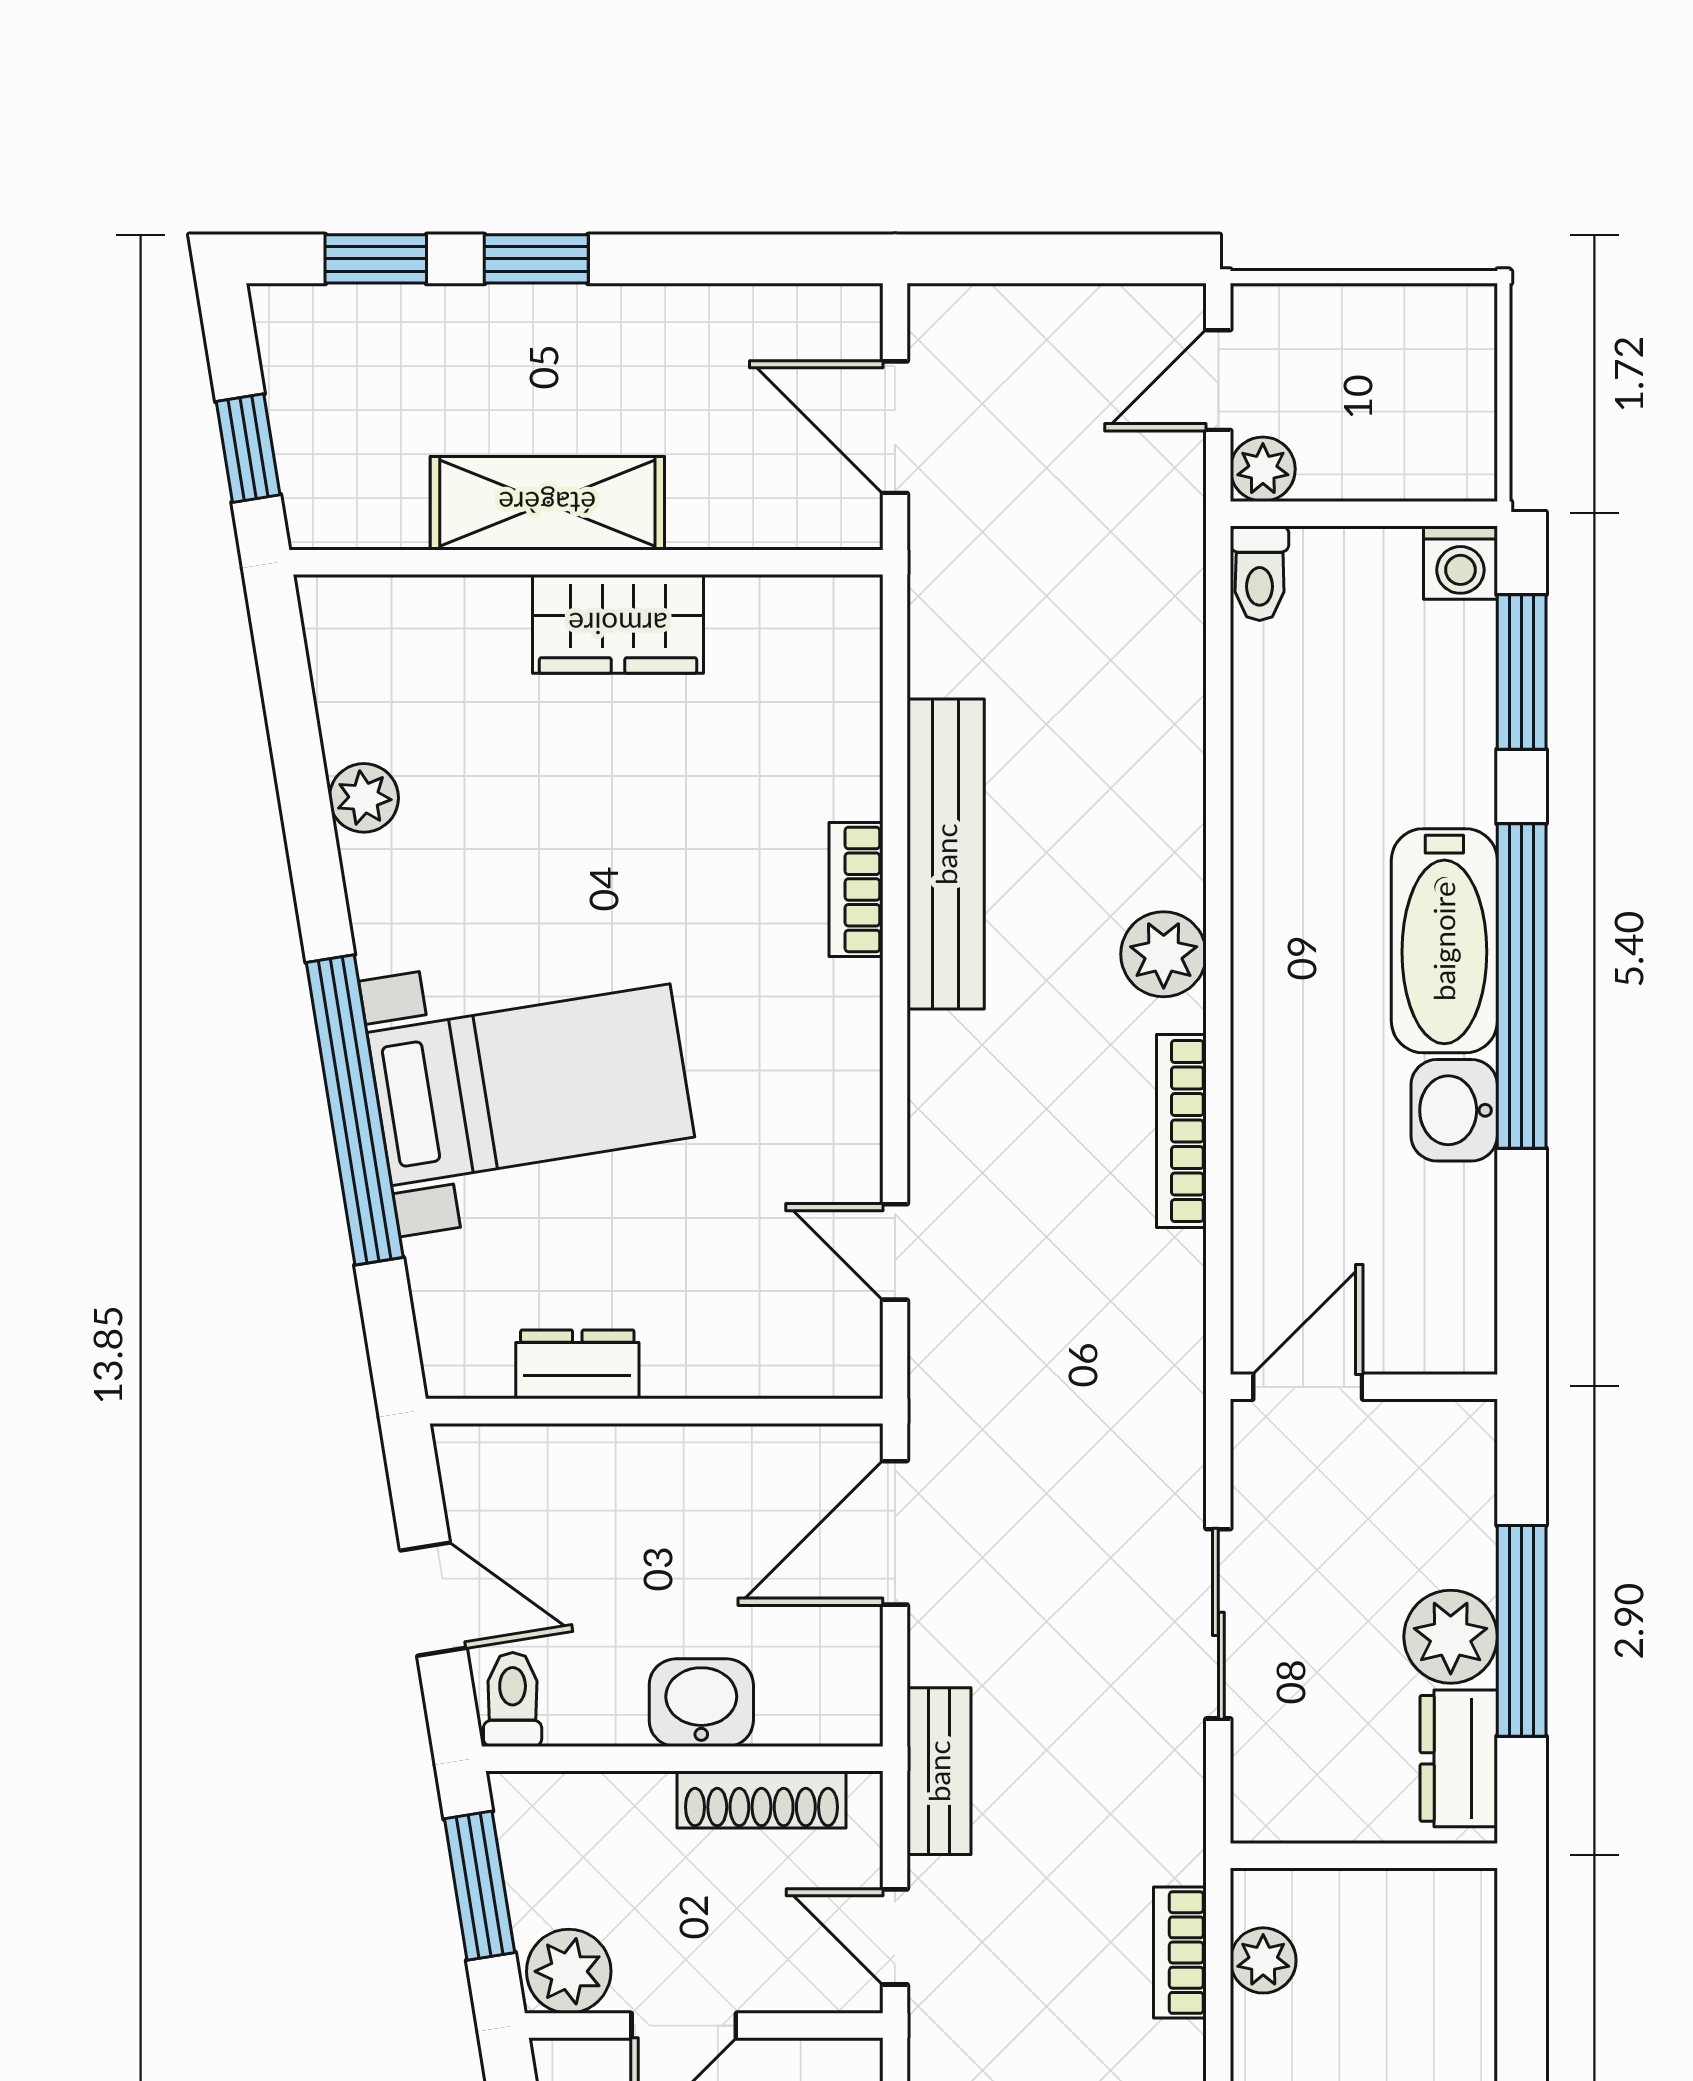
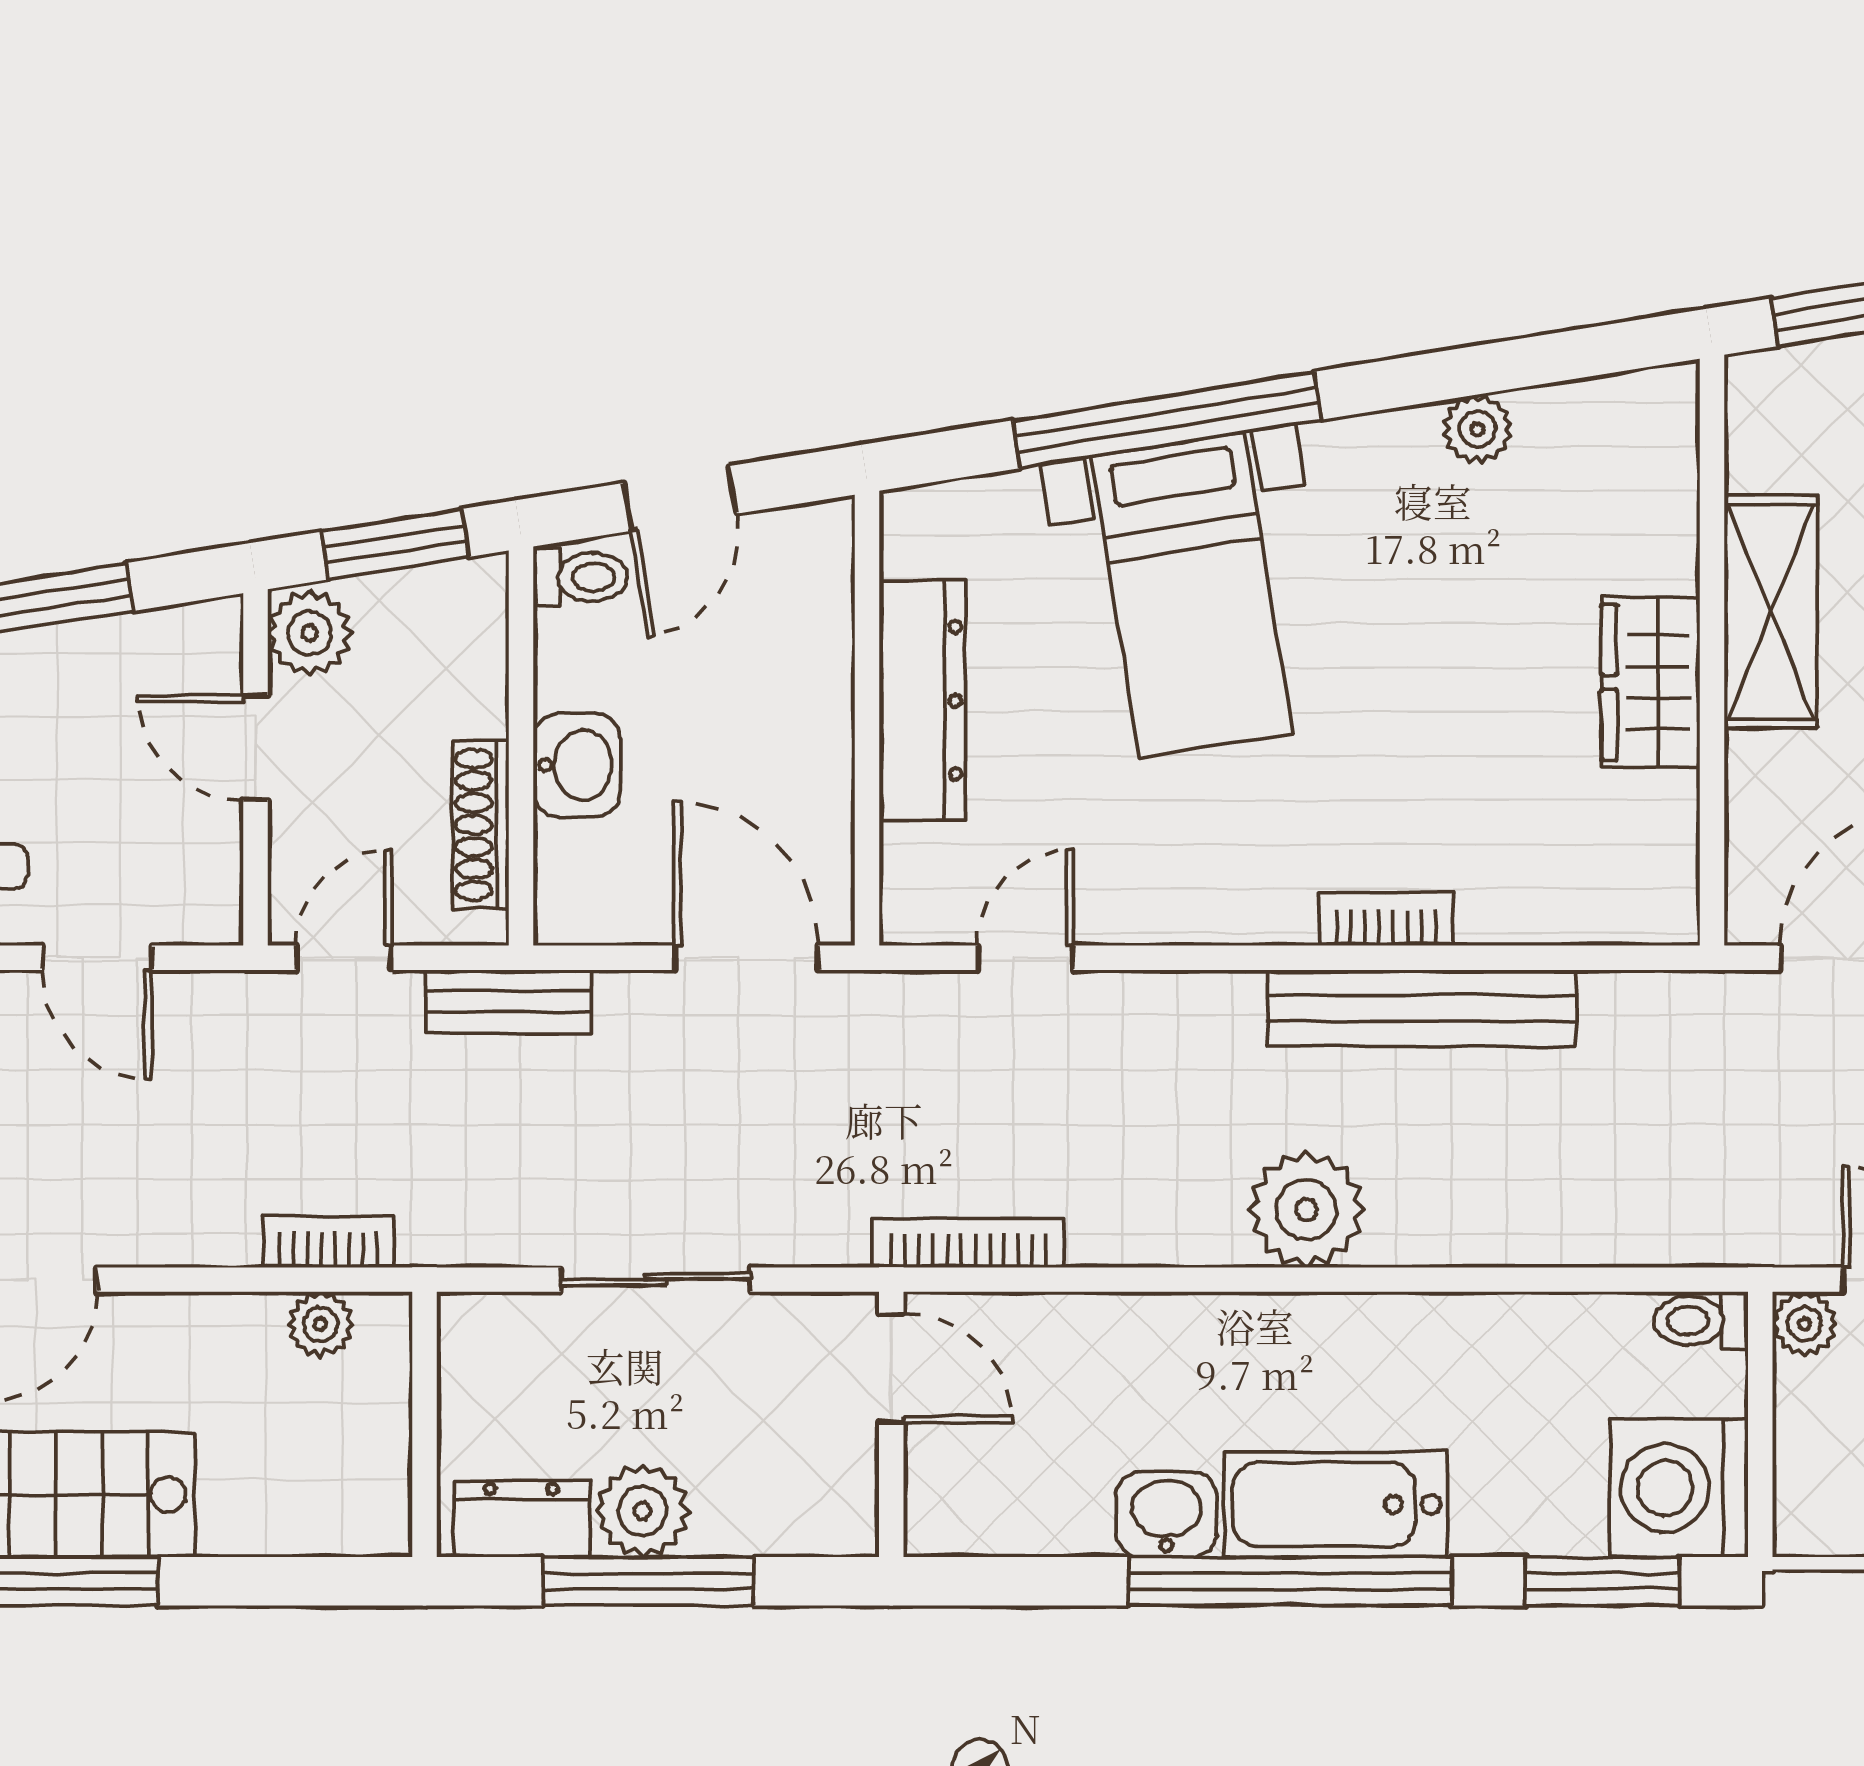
washing machine: (1460, 563) -> (1679, 1488), width x1.89, depth x1.89
plant: (1164, 954) -> (1306, 1210), width x1.36, depth x1.36
bookcase: (1181, 1131) -> (968, 1243), moved
dresser: (577, 1364) -> (922, 701), width x1.96, depth x1.24

